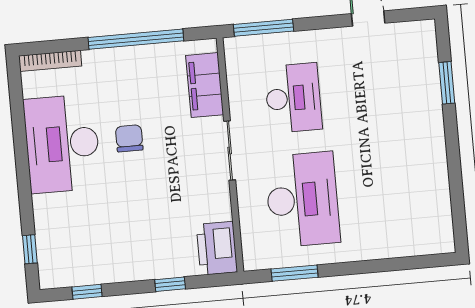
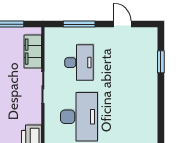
window: (263, 28) -> (79, 24), moved

